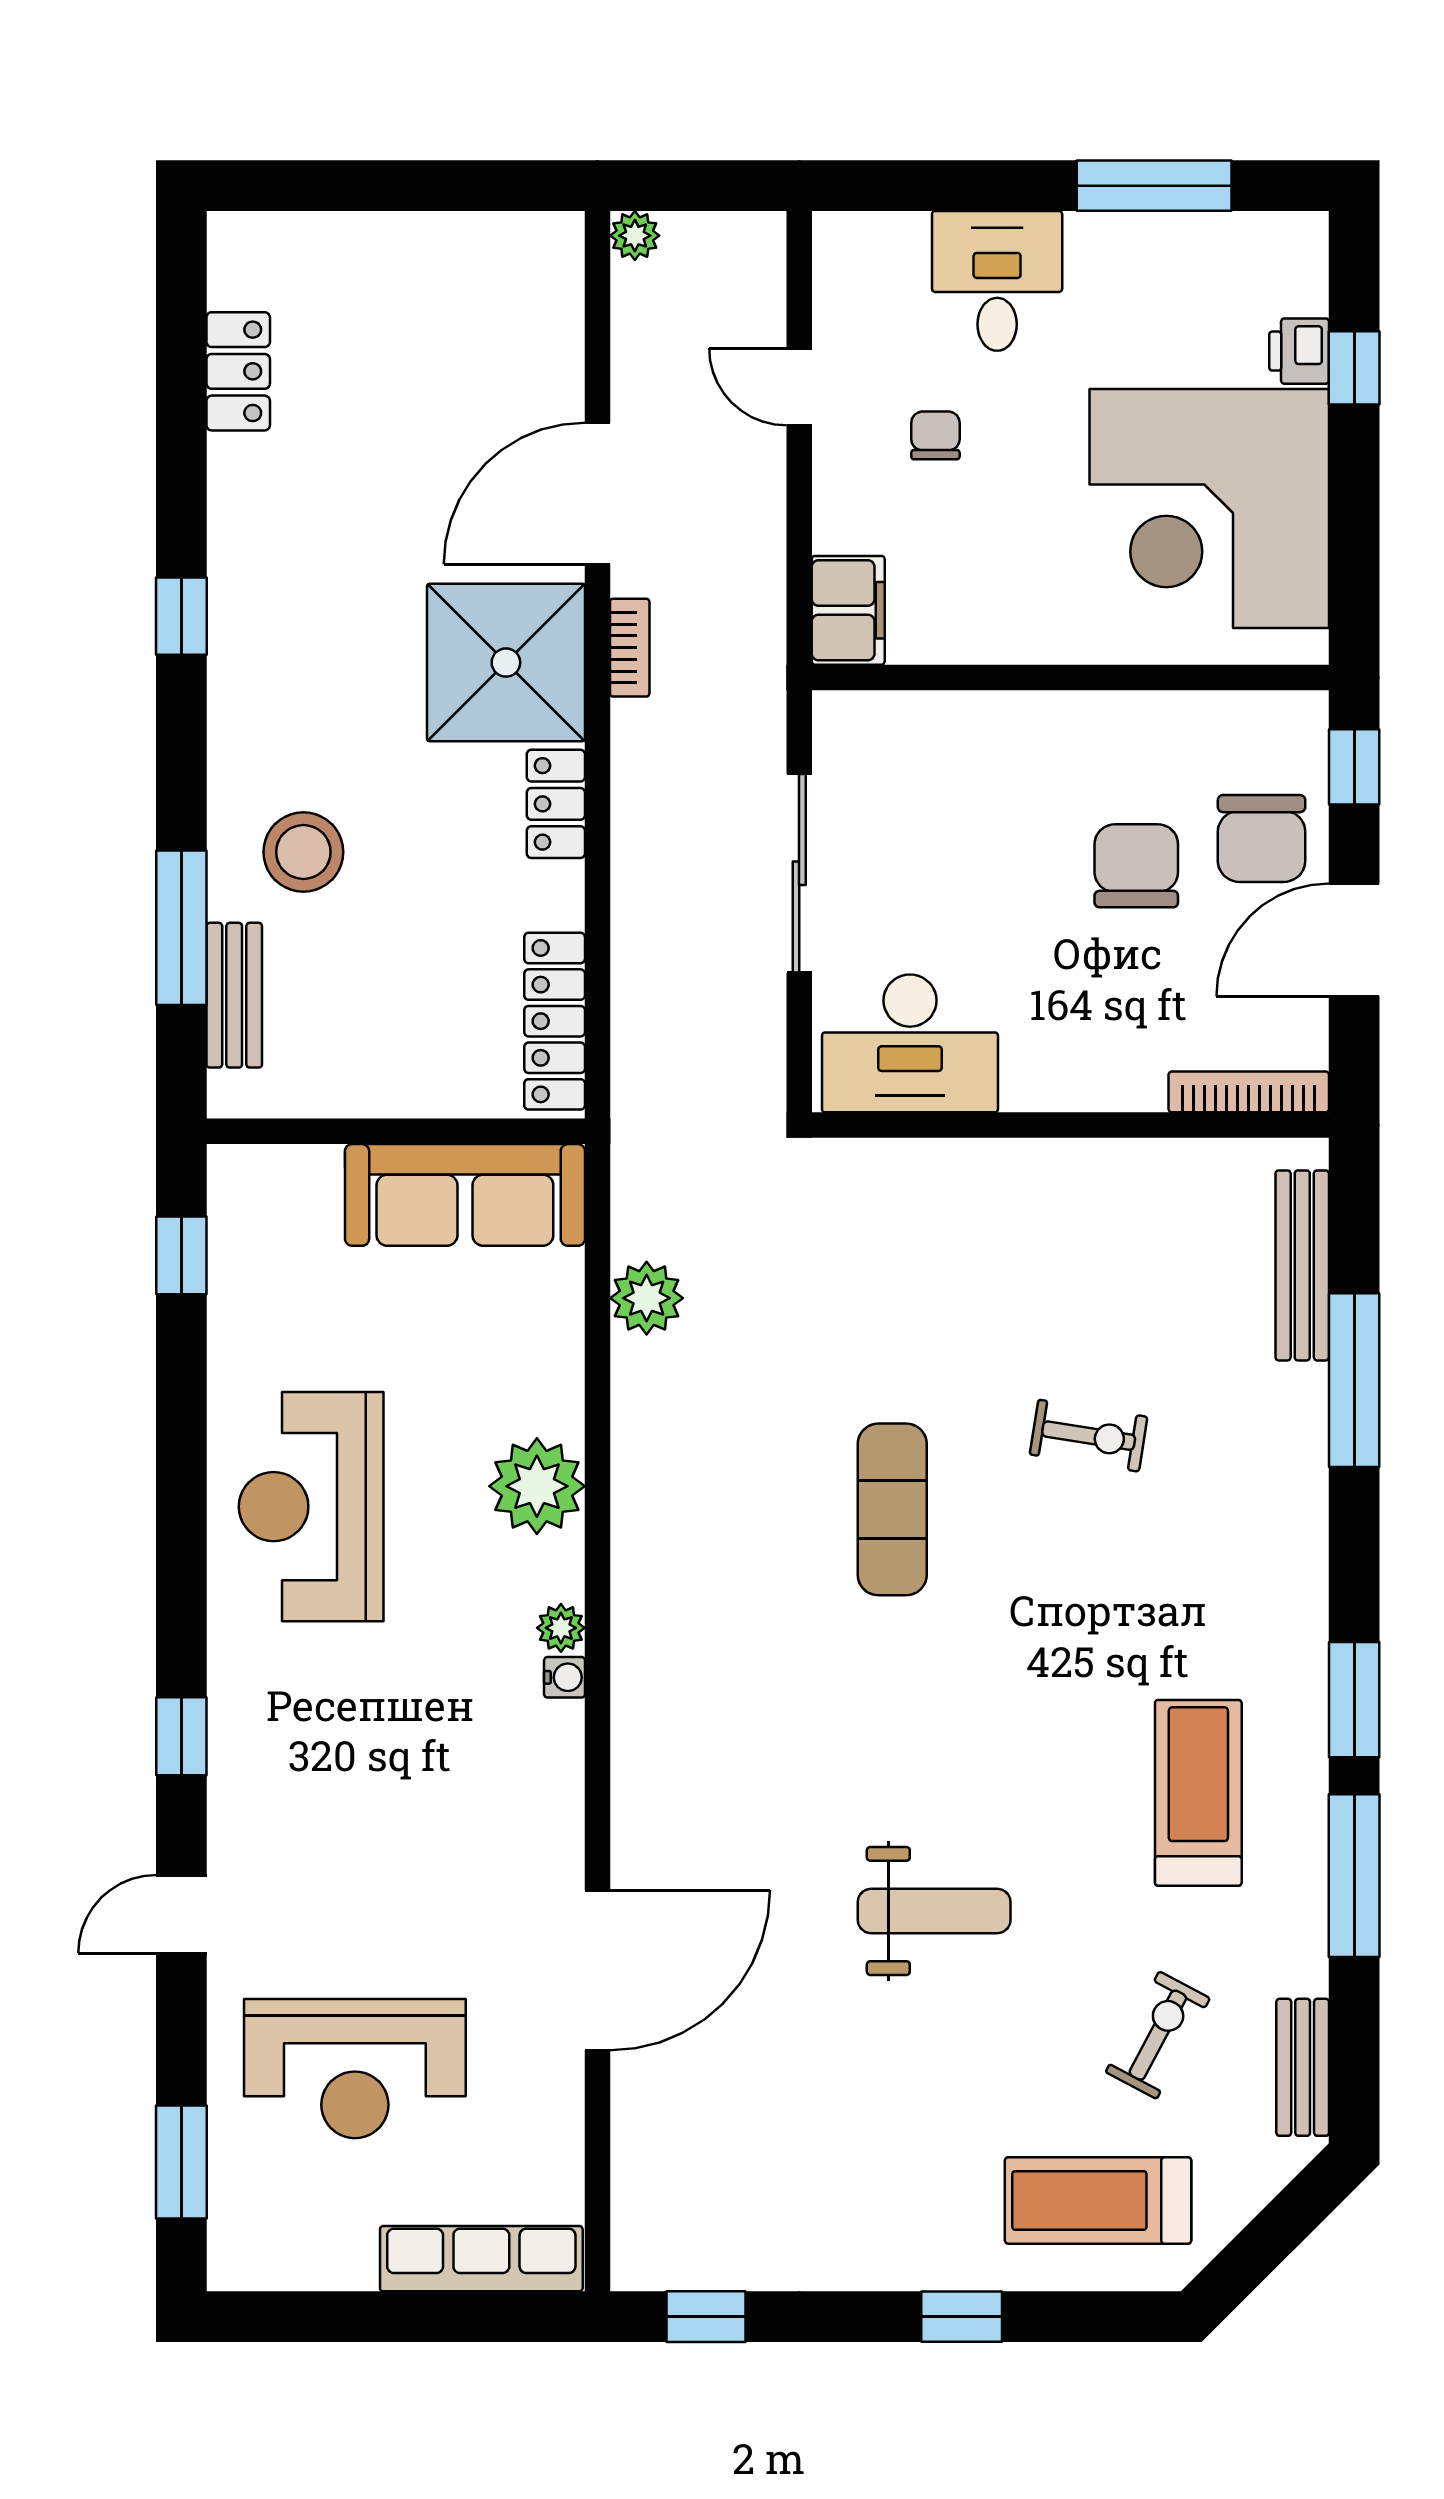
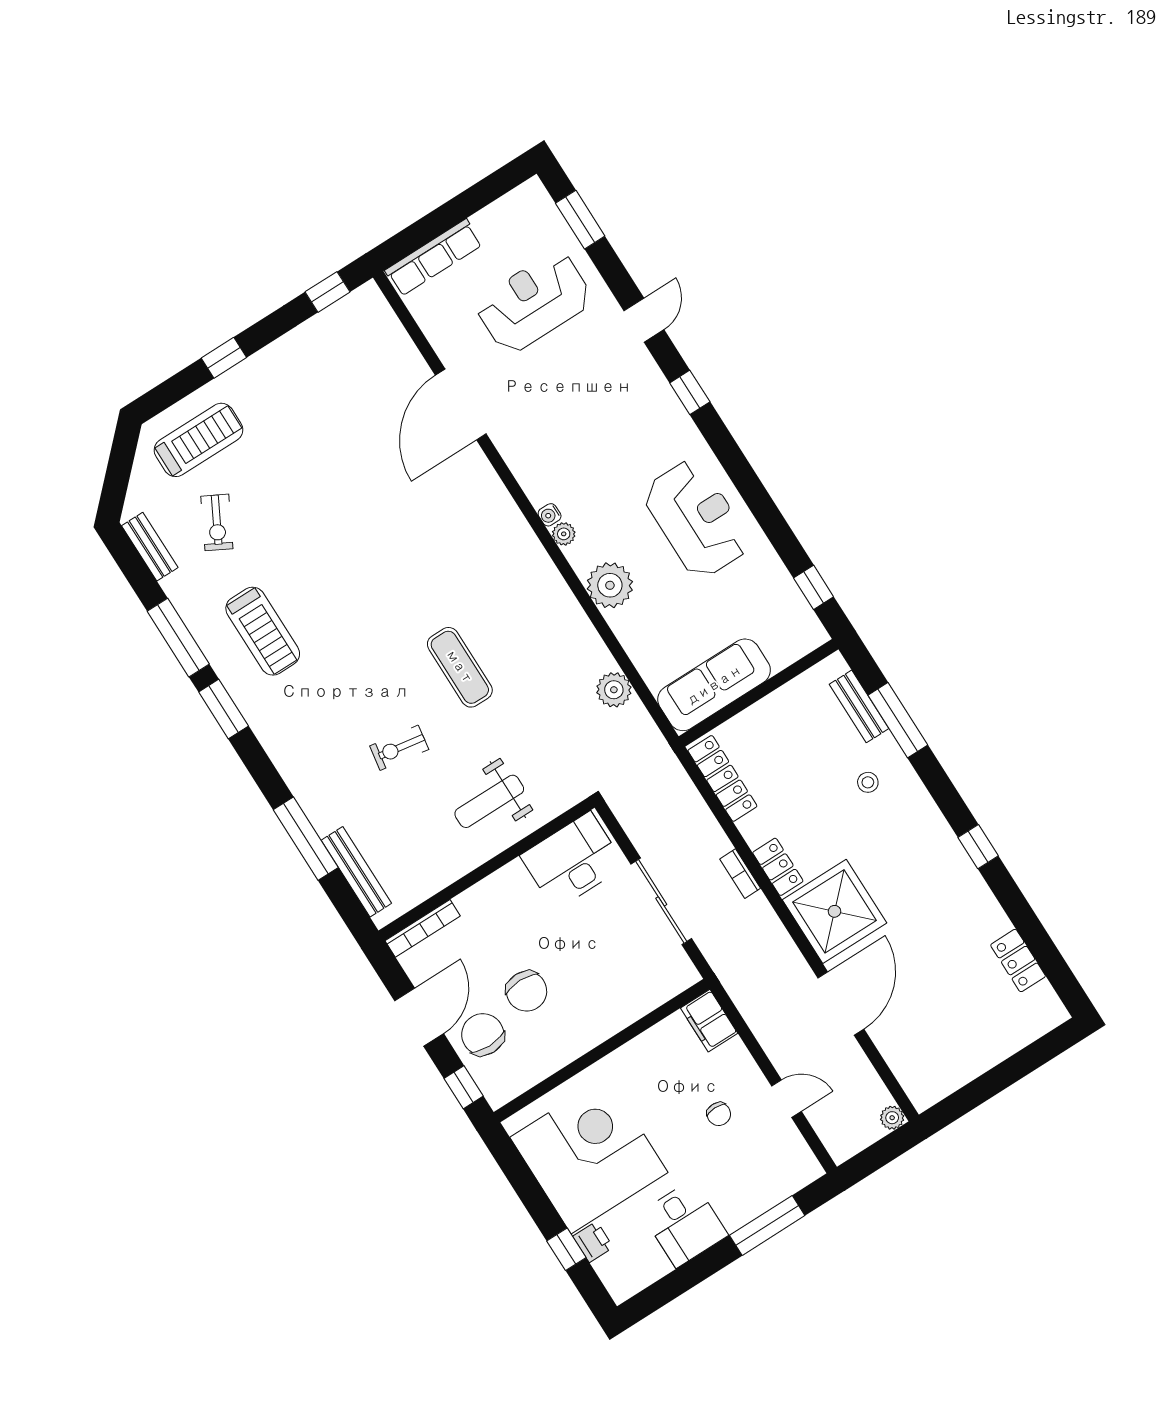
window: (1154, 186) -> (767, 1225), moved
desk: (997, 281) -> (684, 1224), moved
bookcase: (630, 648) -> (740, 874), moved
stool: (303, 852) -> (868, 782), width x0.53, depth x0.53
weight bench: (934, 1911) -> (489, 801), moved

